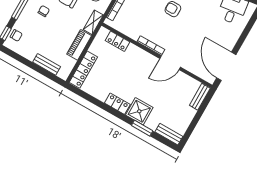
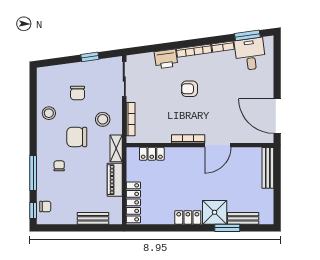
bench: (200, 97) -> (268, 168), width x1.36
bench: (169, 134) -> (243, 218), moved

